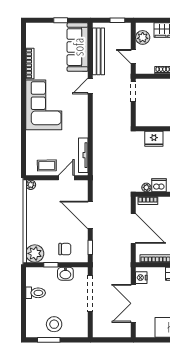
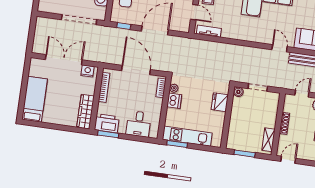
doorway: (133, 92) -> (258, 87), moved
boiler: (141, 121) -> (238, 92), added
tv unit: (83, 155) -> (209, 31), width x0.71
door: (133, 229) -> (136, 70), swing flipped

